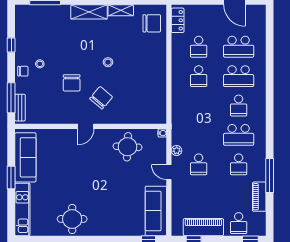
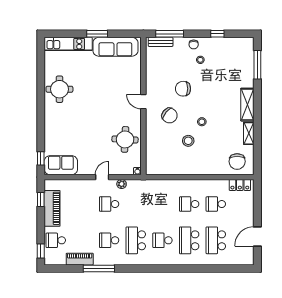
stool: (129, 77) -> (188, 141), added
sofa: (156, 211) -> (61, 165), width x0.73

